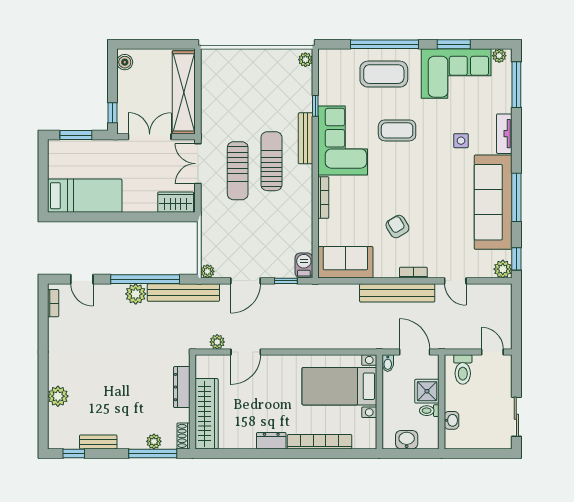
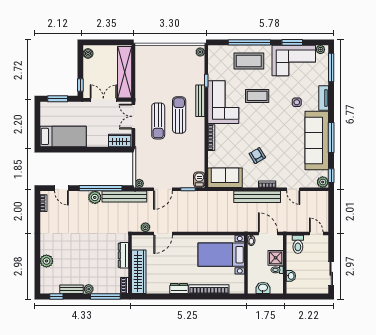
plant: (154, 441) -> (89, 289), moved

